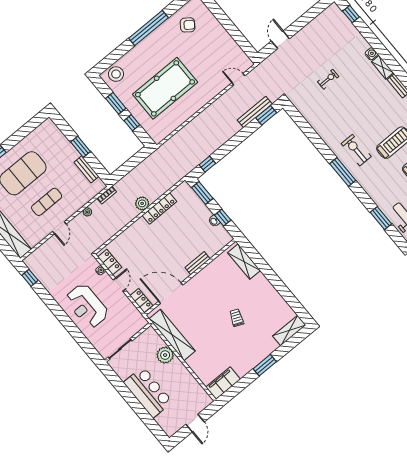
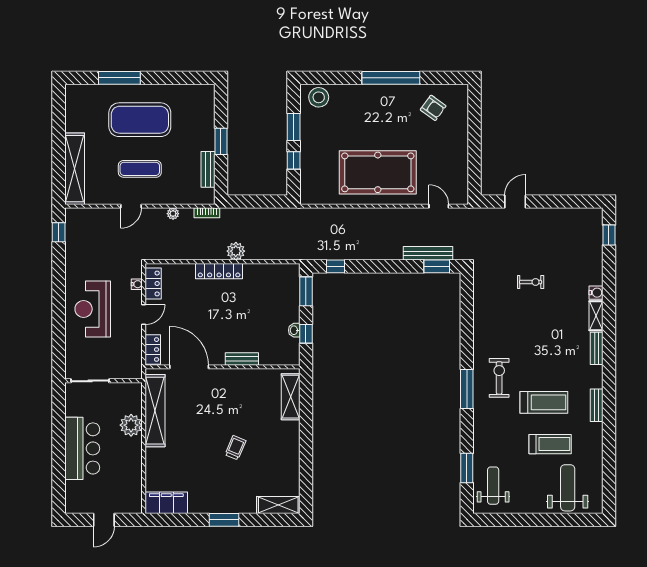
pool table: (165, 88) -> (378, 172), moved
locker: (159, 208) -> (219, 271), moved

